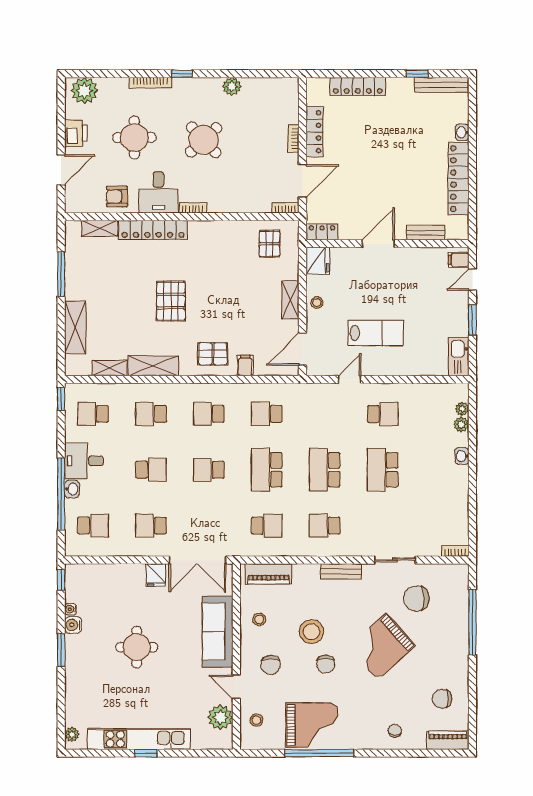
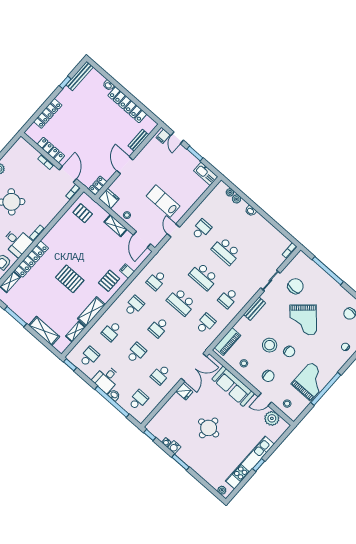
lab bench: (376, 333) -> (163, 201), turned -90
school desk: (93, 414) -> (89, 357), turned 180
school desk: (209, 414) -> (134, 306), turned 180
chair: (416, 598) -> (296, 286), turned 180

